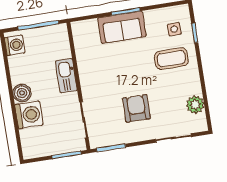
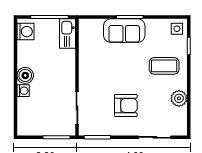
side table: (174, 29) -> (177, 29), moved
kitchen sink: (66, 76) -> (67, 34), moved
plant: (195, 105) -> (179, 98), moved
armchair: (136, 108) -> (126, 106), turned 90
washing machine: (29, 115) -> (23, 91), width x0.53, depth x0.53

